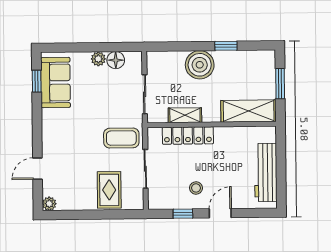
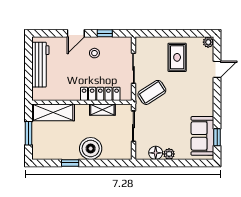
coffee table: (121, 138) -> (152, 92), turned -33
rug: (109, 190) -> (177, 57), moved

